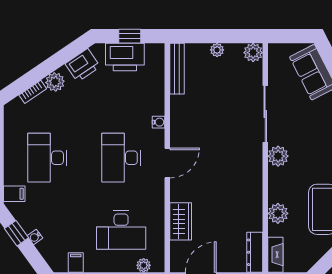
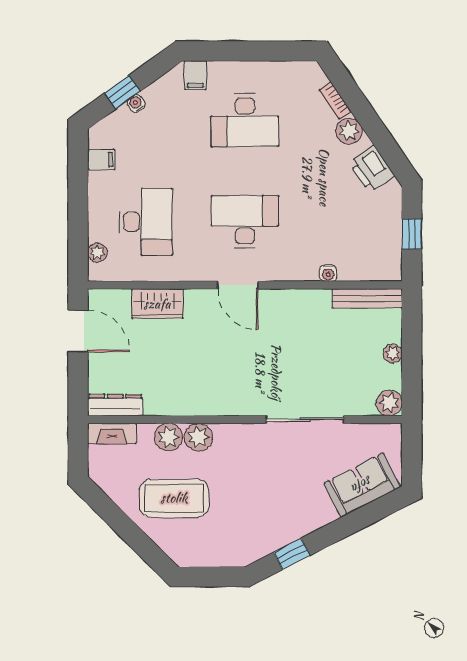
printer: (125, 57) -> (383, 227), removed
water cooler: (159, 122) -> (328, 273), moved
plant: (278, 156) -> (198, 437), moved
desk: (47, 158) -> (245, 120), turned 180
desk: (121, 230) -> (146, 222), turned 180
window: (16, 233) -> (122, 92), moved

